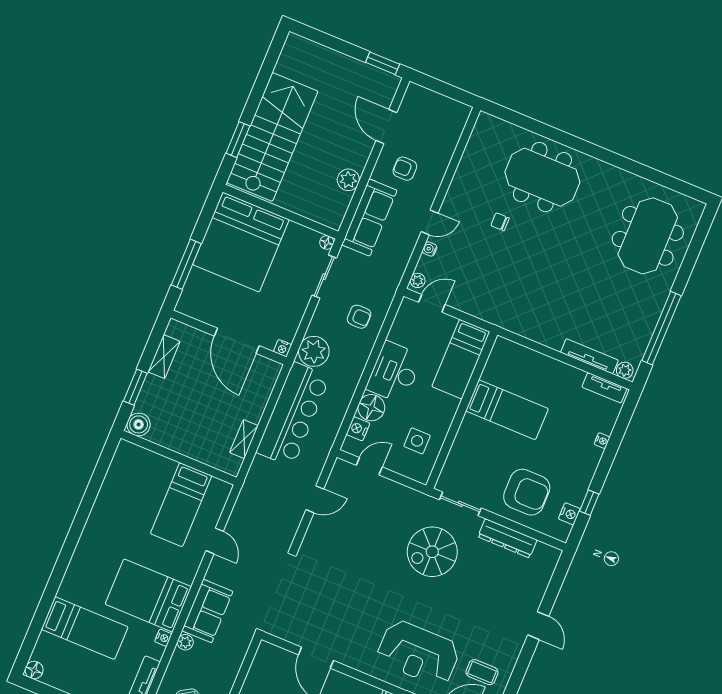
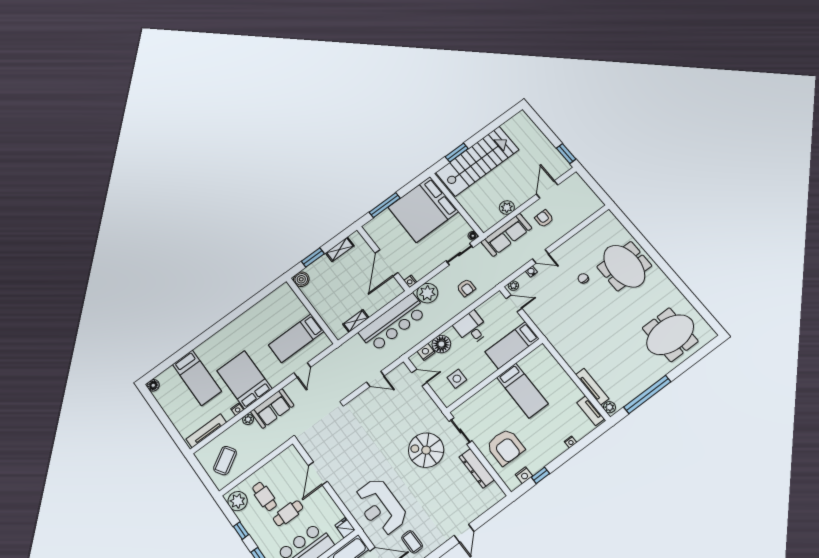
desk: (394, 372) -> (472, 328), width x0.73

